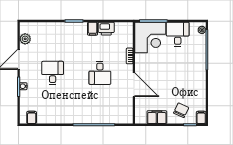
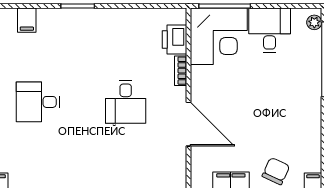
filing cabinet: (93, 29) -> (27, 20), moved
printer: (106, 29) -> (174, 40), moved, turned 90
desk: (53, 73) -> (38, 102), turned -90

